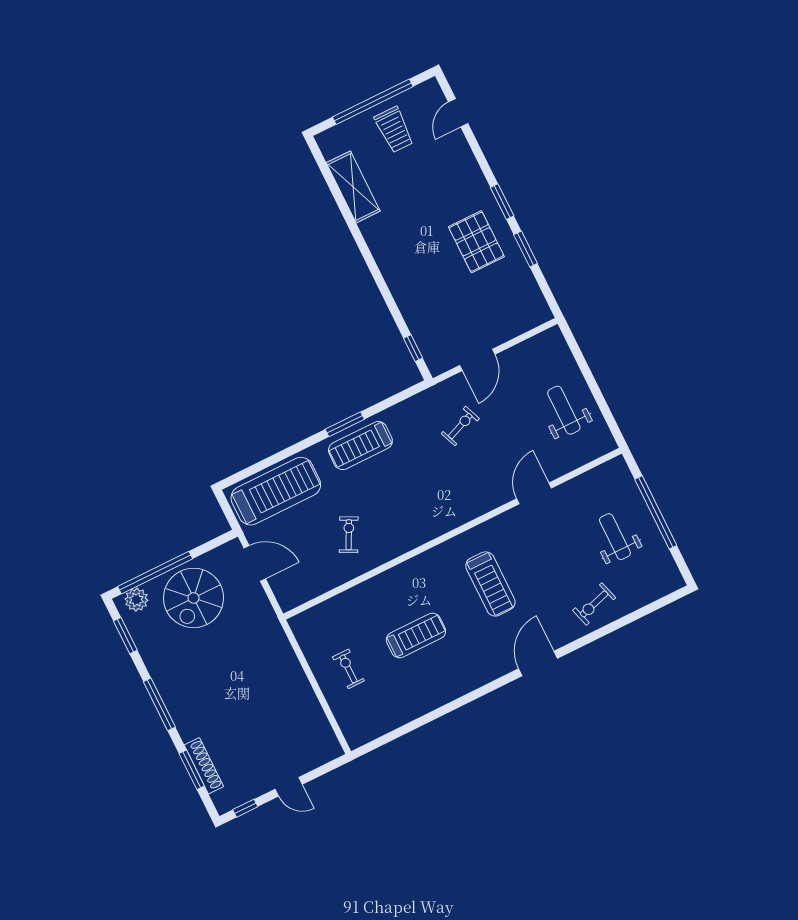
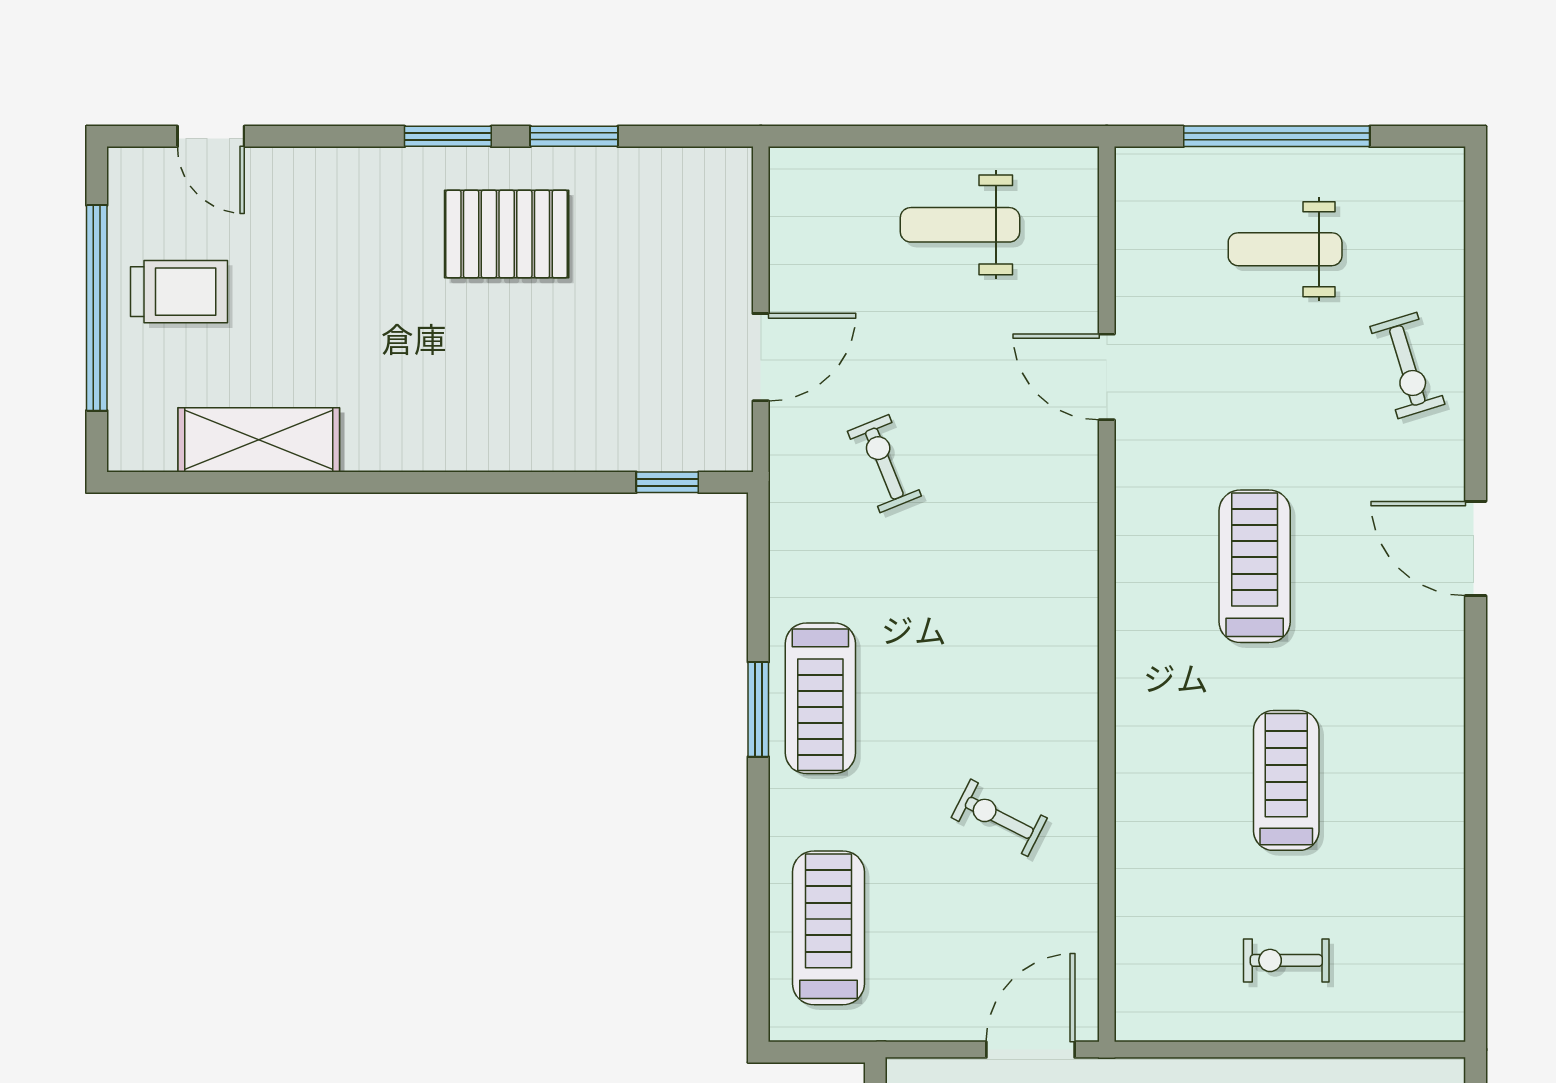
door: (477, 360) -> (761, 357), hinge flipped
treadmill: (276, 491) -> (828, 928), width x0.73, depth x0.73
door: (255, 563) -> (1030, 1050), moved
treadmill: (490, 584) -> (1255, 566), turned -90

